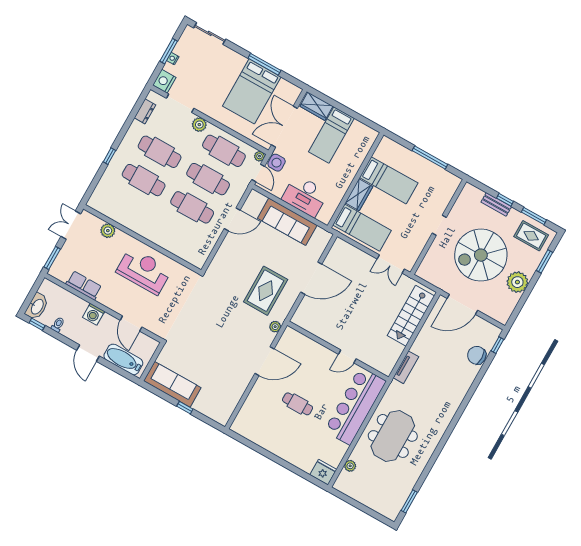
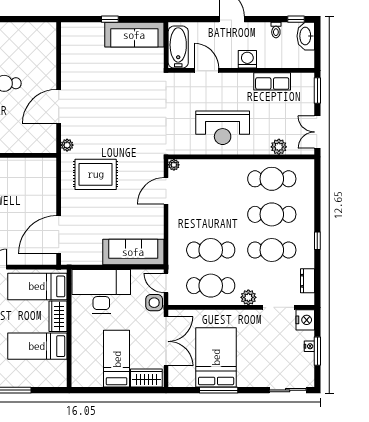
window: (109, 156) -> (317, 241), moved
plant: (260, 156) -> (174, 165), moved
desk: (305, 196) -> (101, 291), width x1.36, depth x1.30
cafe table: (192, 207) -> (272, 179), moved
door: (232, 219) -> (166, 191), moved
sofa: (287, 222) -> (133, 252), moved
double door: (71, 225) -> (317, 132), swing flipped
door: (311, 278) -> (59, 235), moved
rug: (266, 291) -> (96, 174), turned 90
bathtub: (123, 359) -> (178, 47), moved, turned -90

